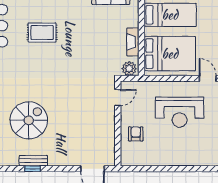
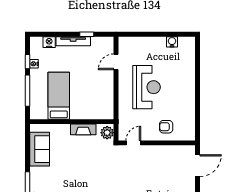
bed: (170, 54) -> (94, 96), removed
door: (118, 98) -> (133, 143), hinge flipped

